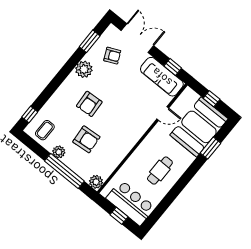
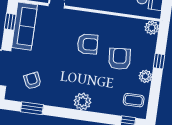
plant: (84, 69) -> (82, 102), moved
armchair: (89, 104) -> (88, 44), moved
window: (64, 171) -> (159, 61), width x0.32

